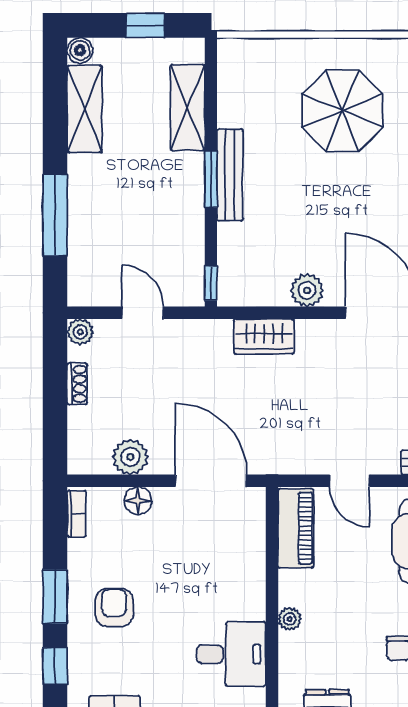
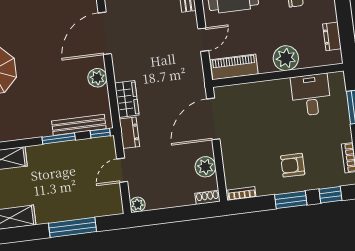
bench: (230, 175) -> (79, 125), moved
window: (211, 179) -> (59, 139), moved
dresser: (205, 333) -> (129, 133), added
shoe rack: (77, 384) -> (207, 197), moved
floor lamp: (138, 501) -> (230, 159), removed
plant: (290, 619) -> (286, 58), width x1.87, depth x1.87

